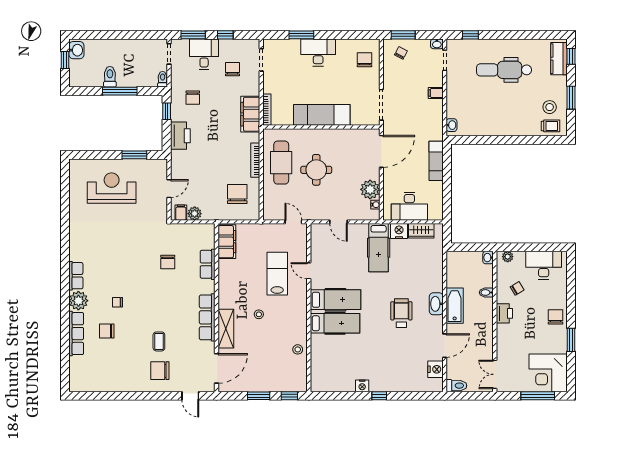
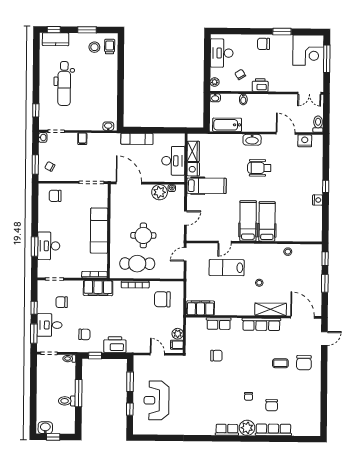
desk: (318, 52) -> (49, 246), moved
window: (100, 155) -> (130, 409), added
bathtub: (455, 306) -> (227, 125), moved

